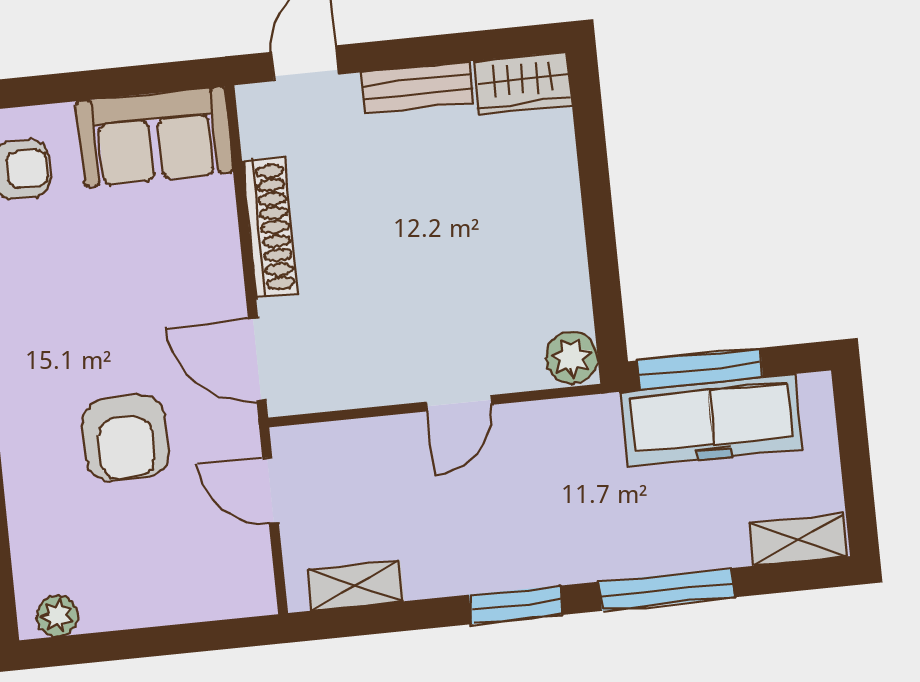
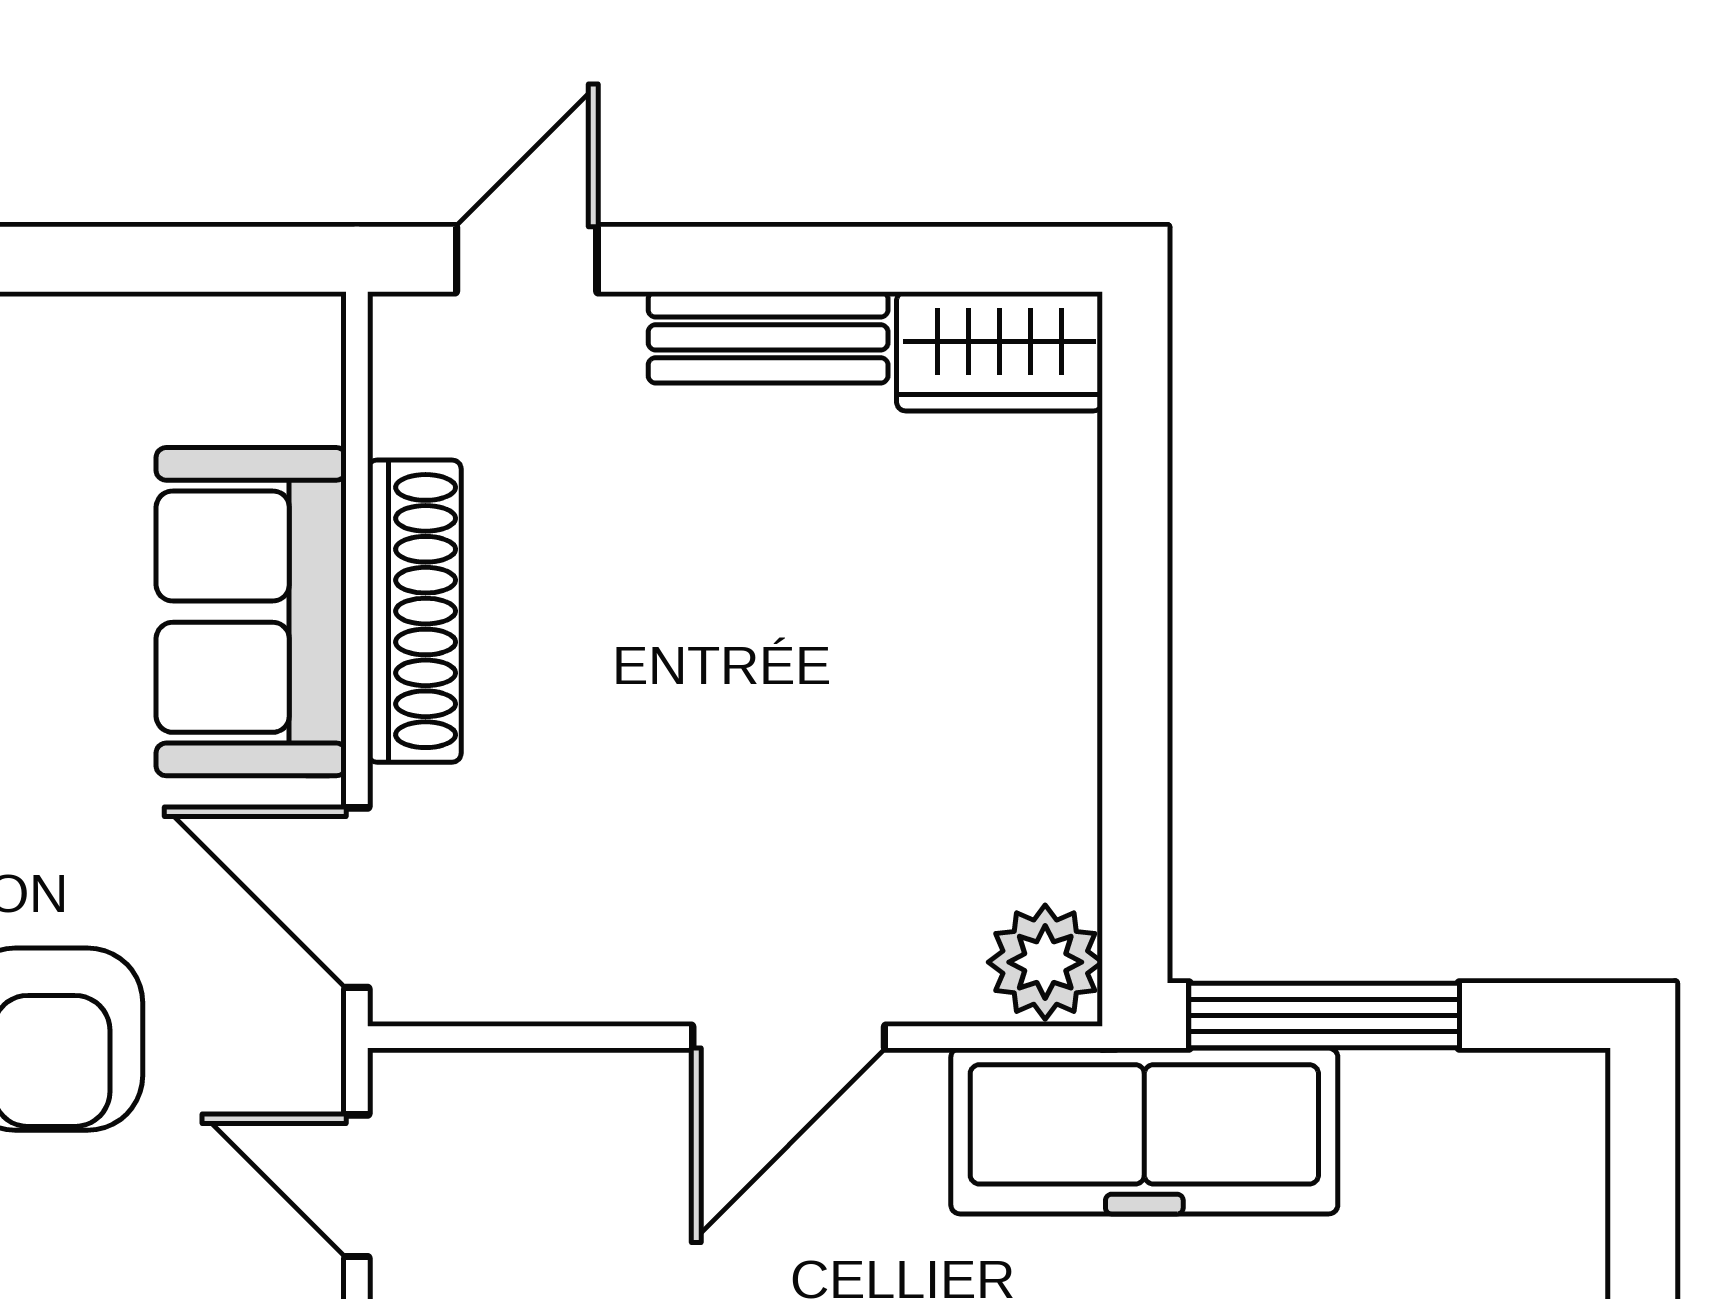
sofa: (155, 137) -> (251, 612), moved, turned 90
door: (459, 403) -> (789, 1037), width x1.37
freezer: (711, 420) -> (1144, 1131), moved

